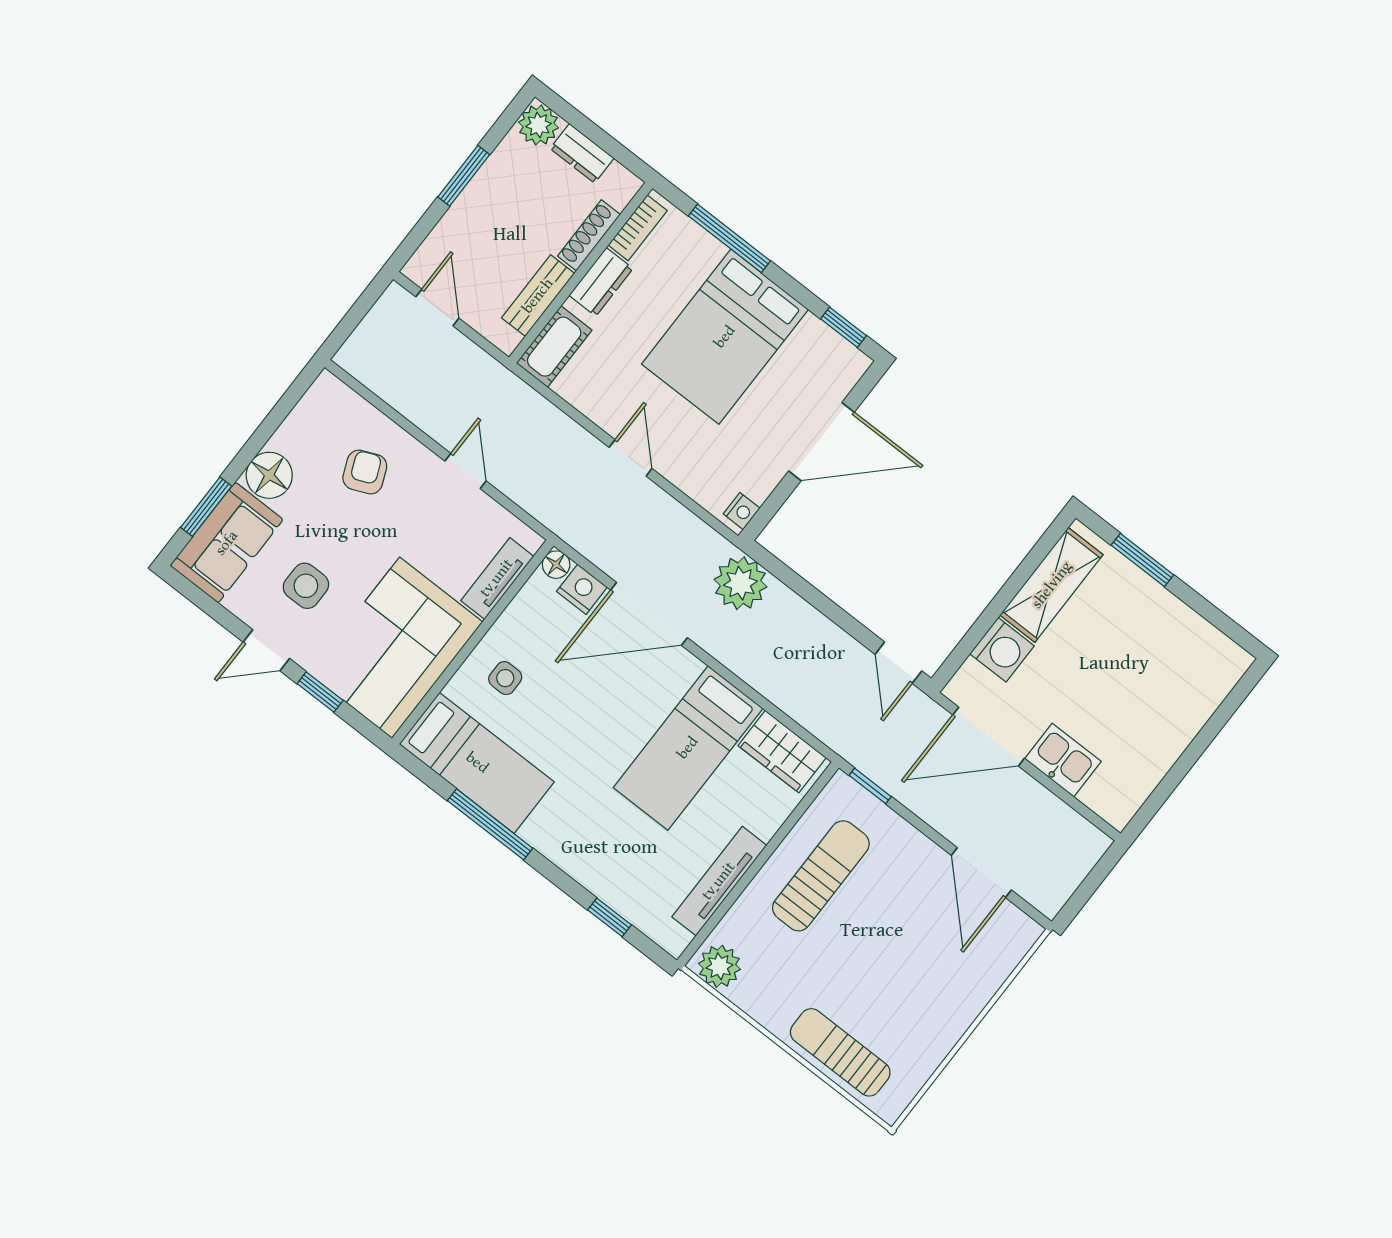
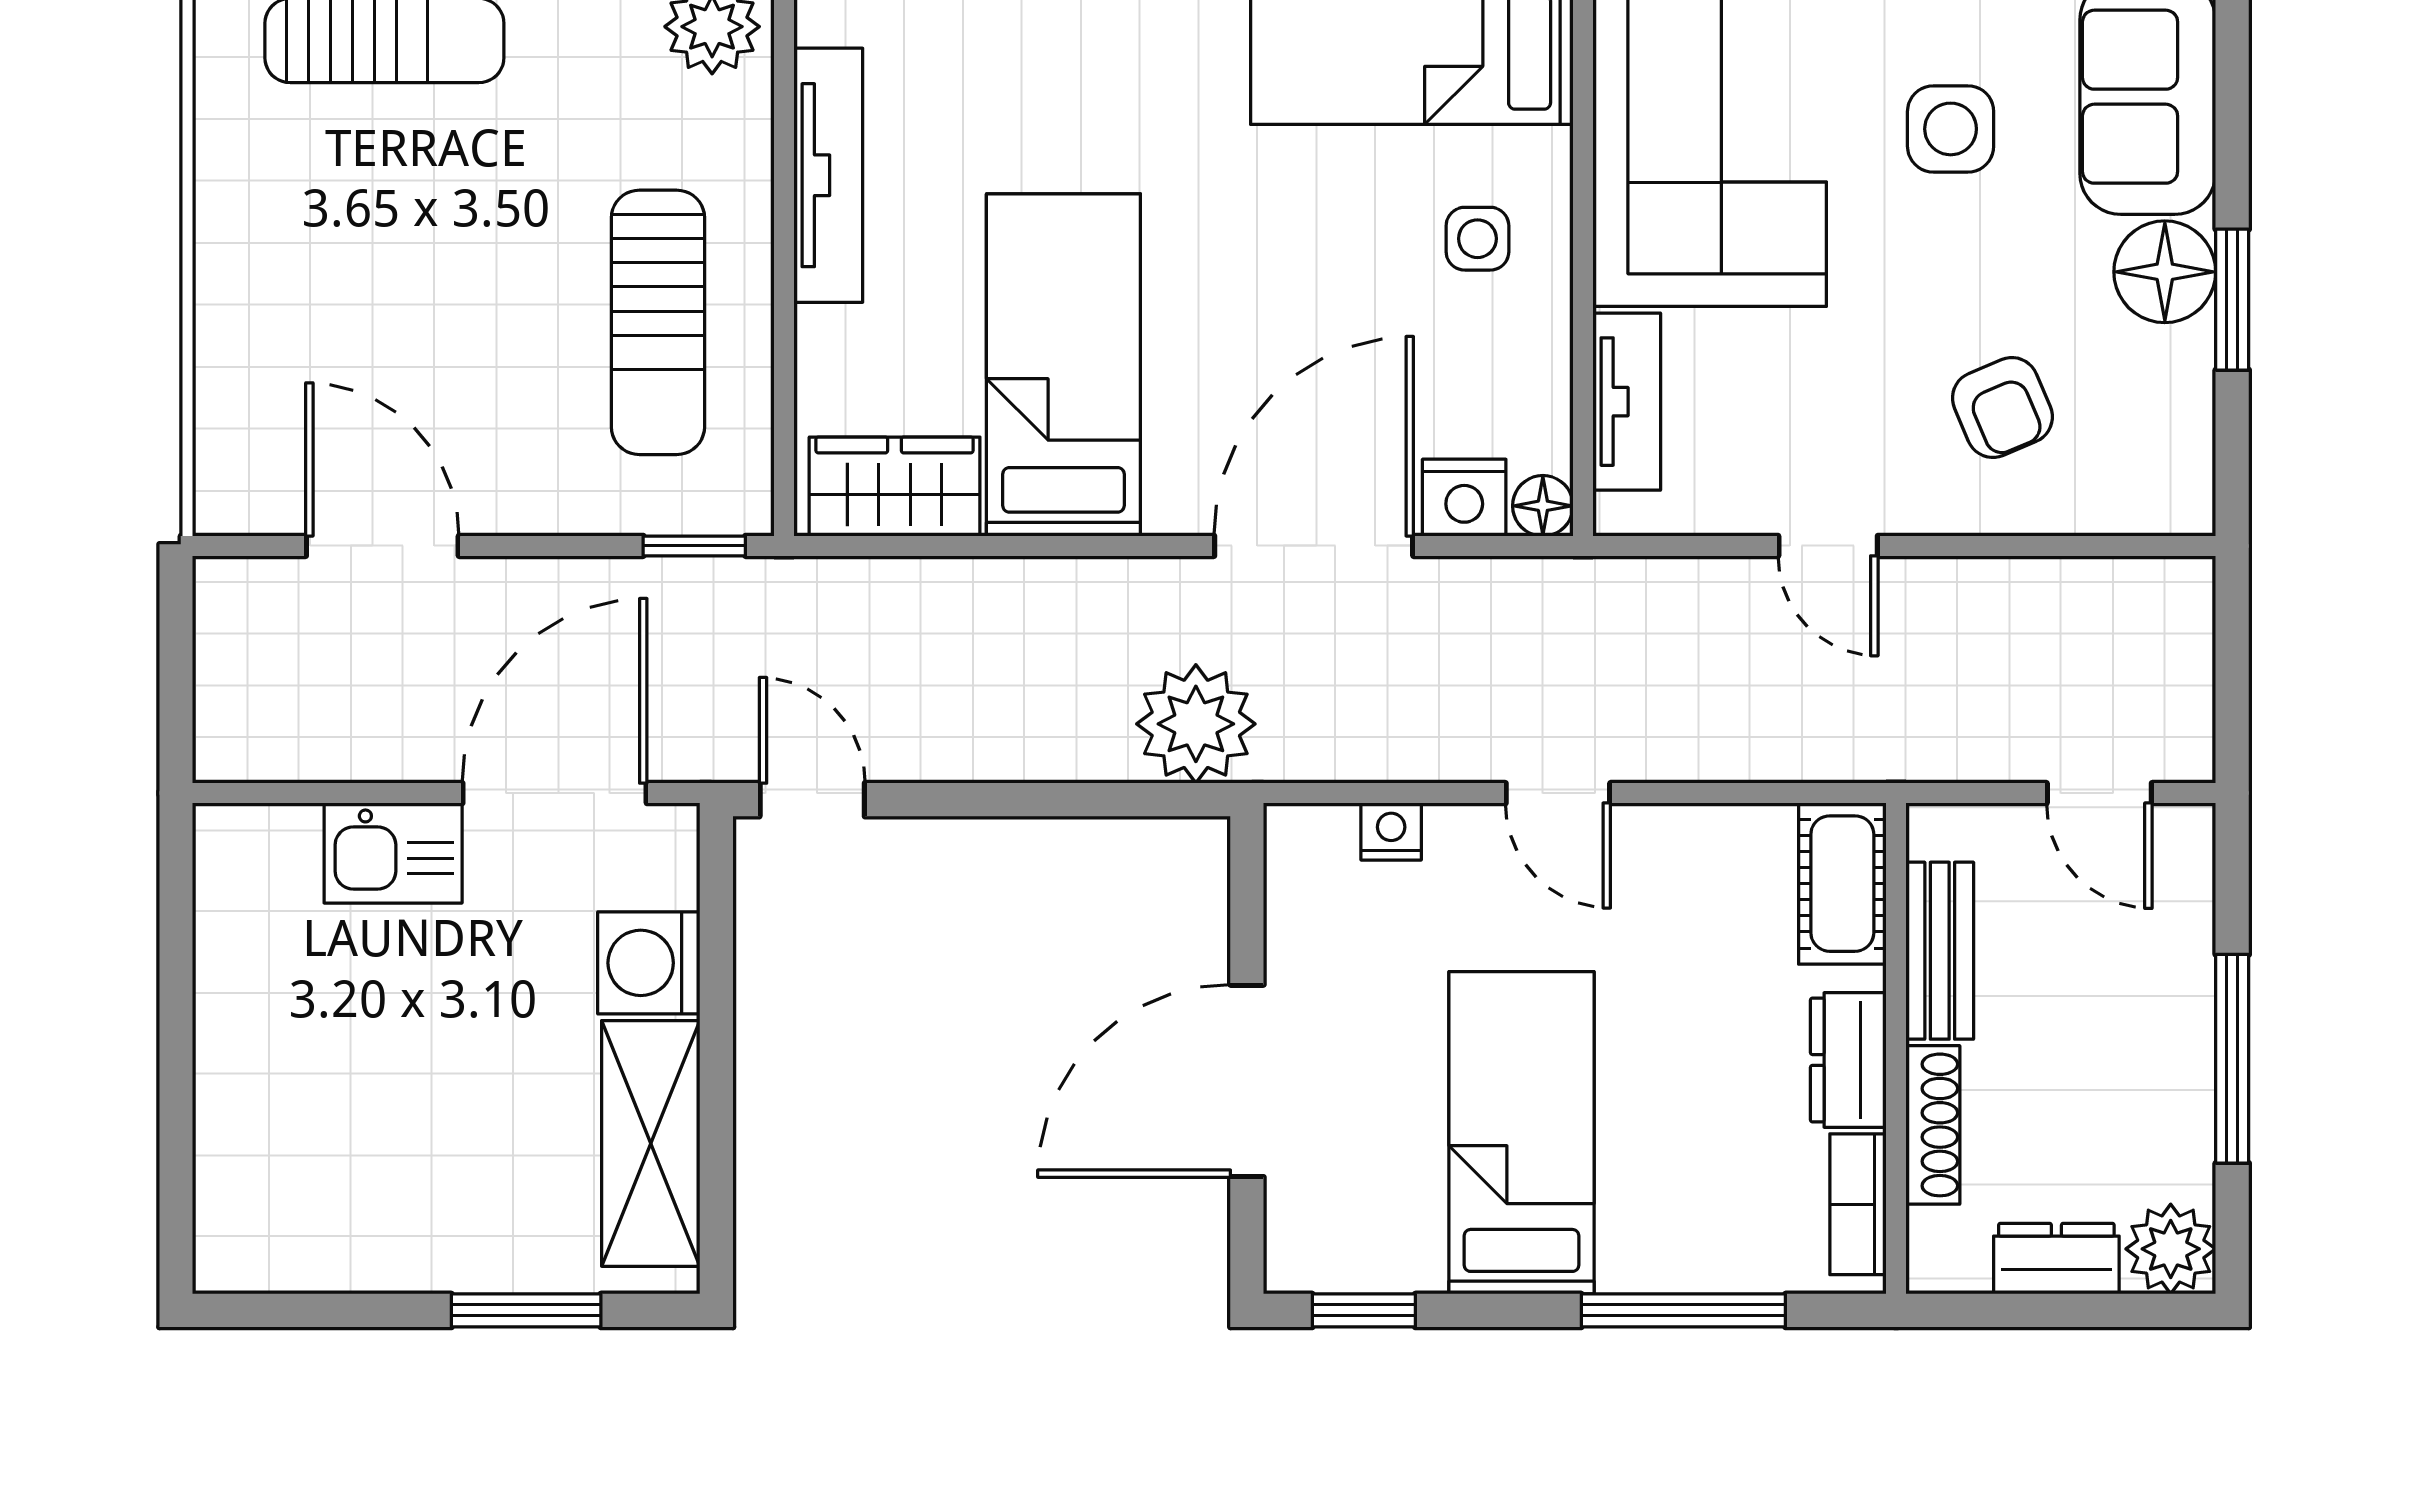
window: (464, 176) -> (2232, 1059), width x1.44
bed: (725, 337) -> (1521, 1133), width x0.67
window: (206, 507) -> (2232, 300), moved
nightstand: (742, 511) -> (1391, 831), moved, turned 90

